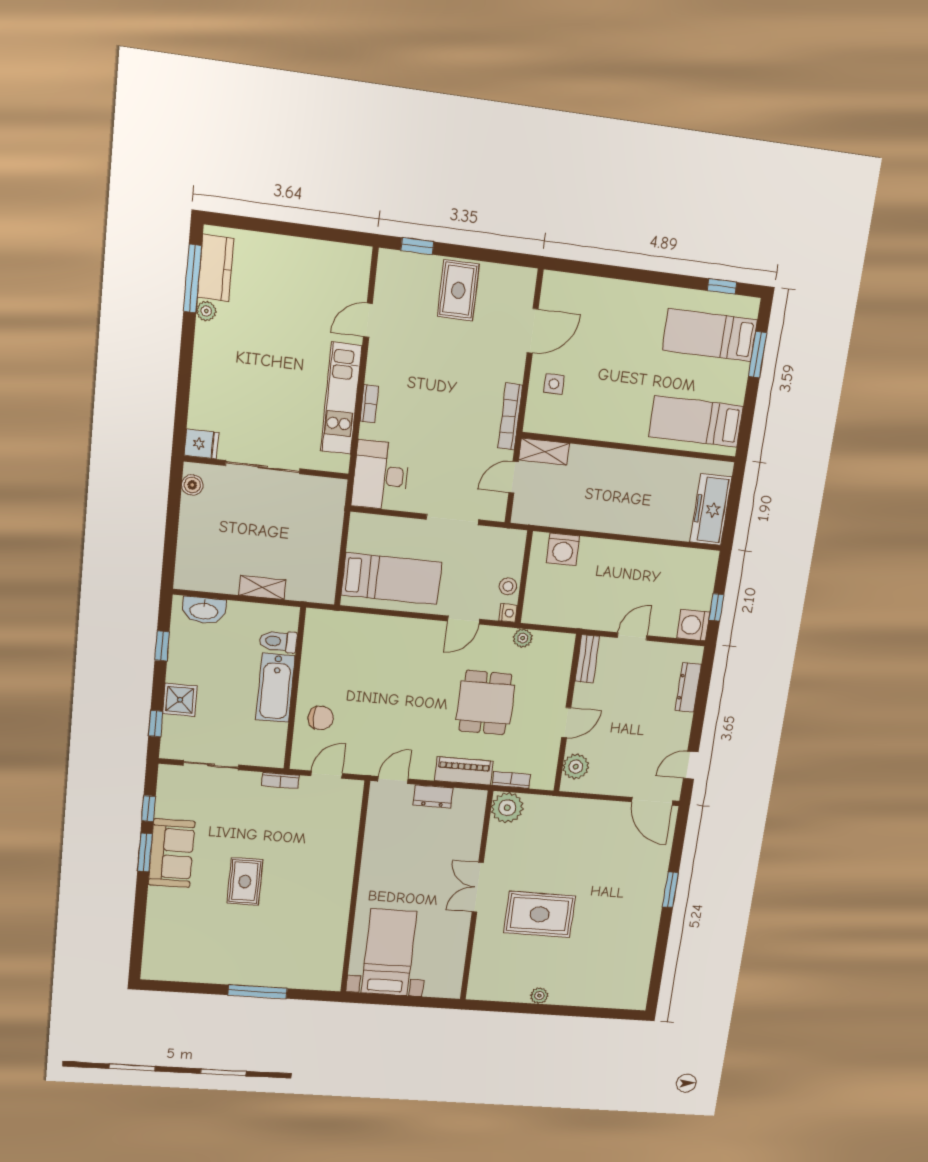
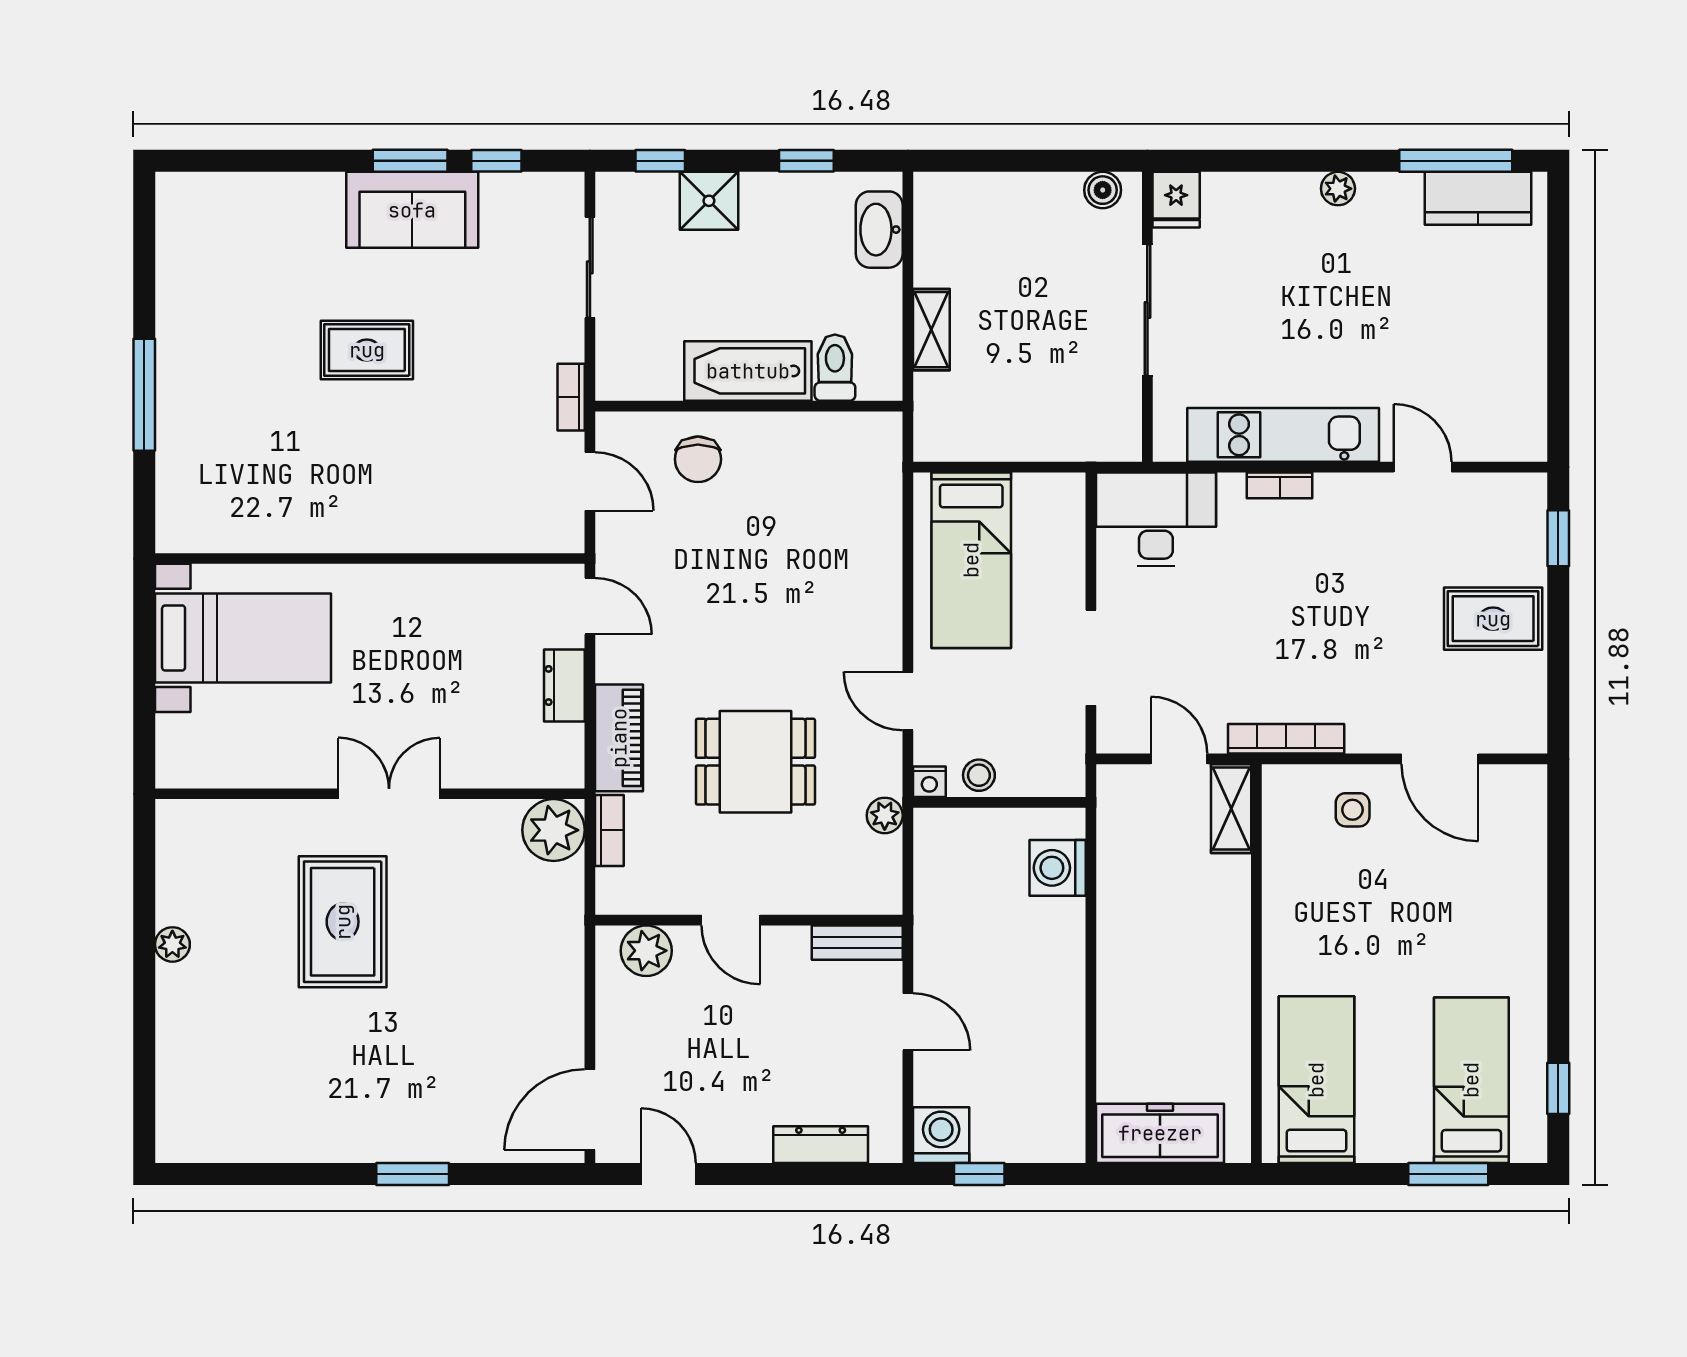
plant: (206, 311) -> (1338, 189), moved

